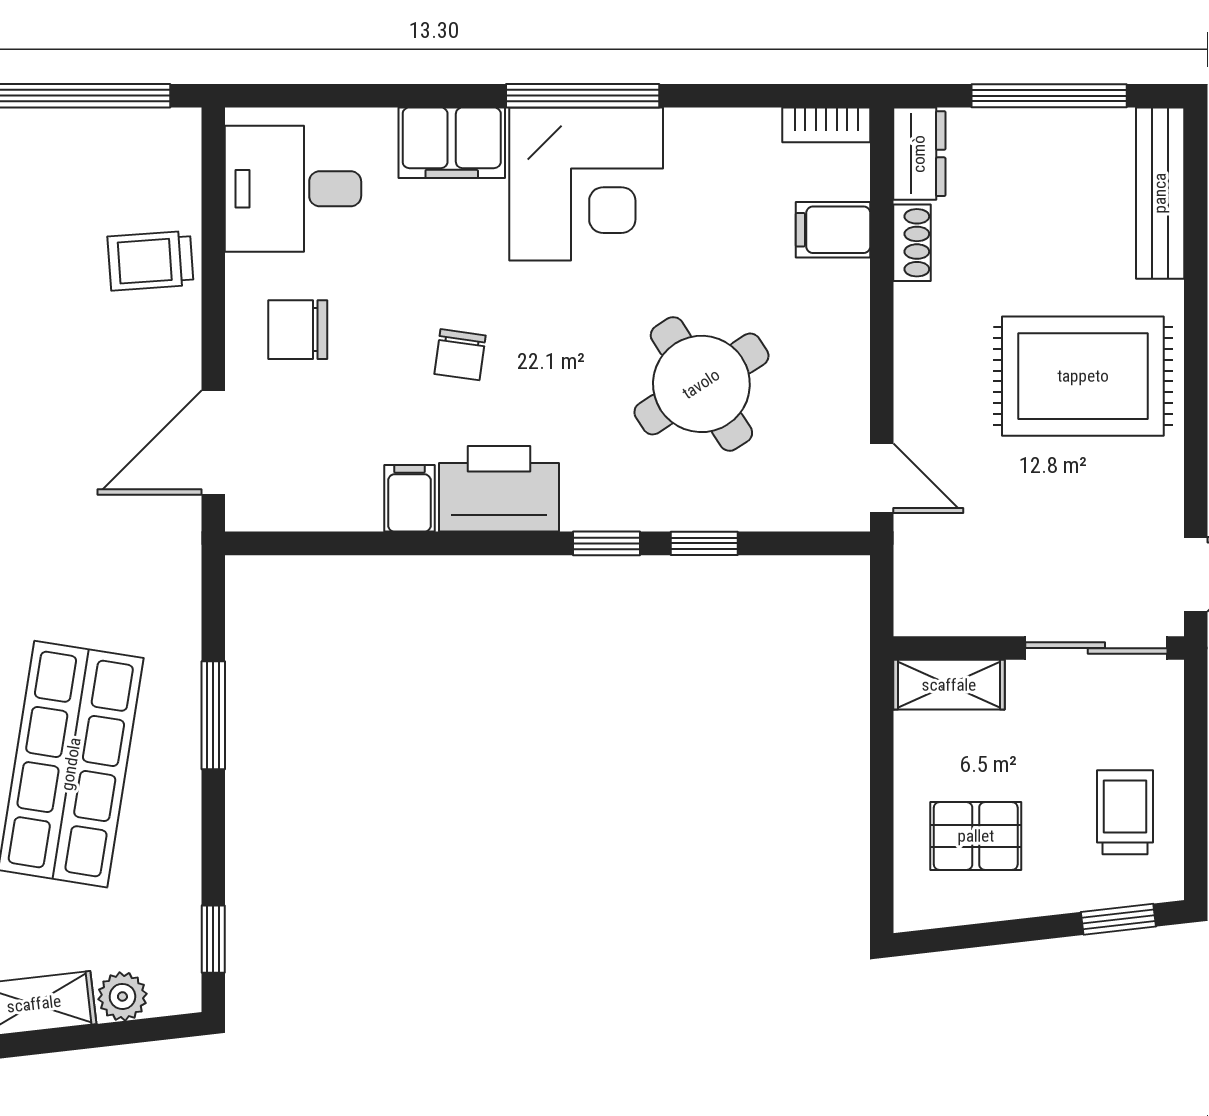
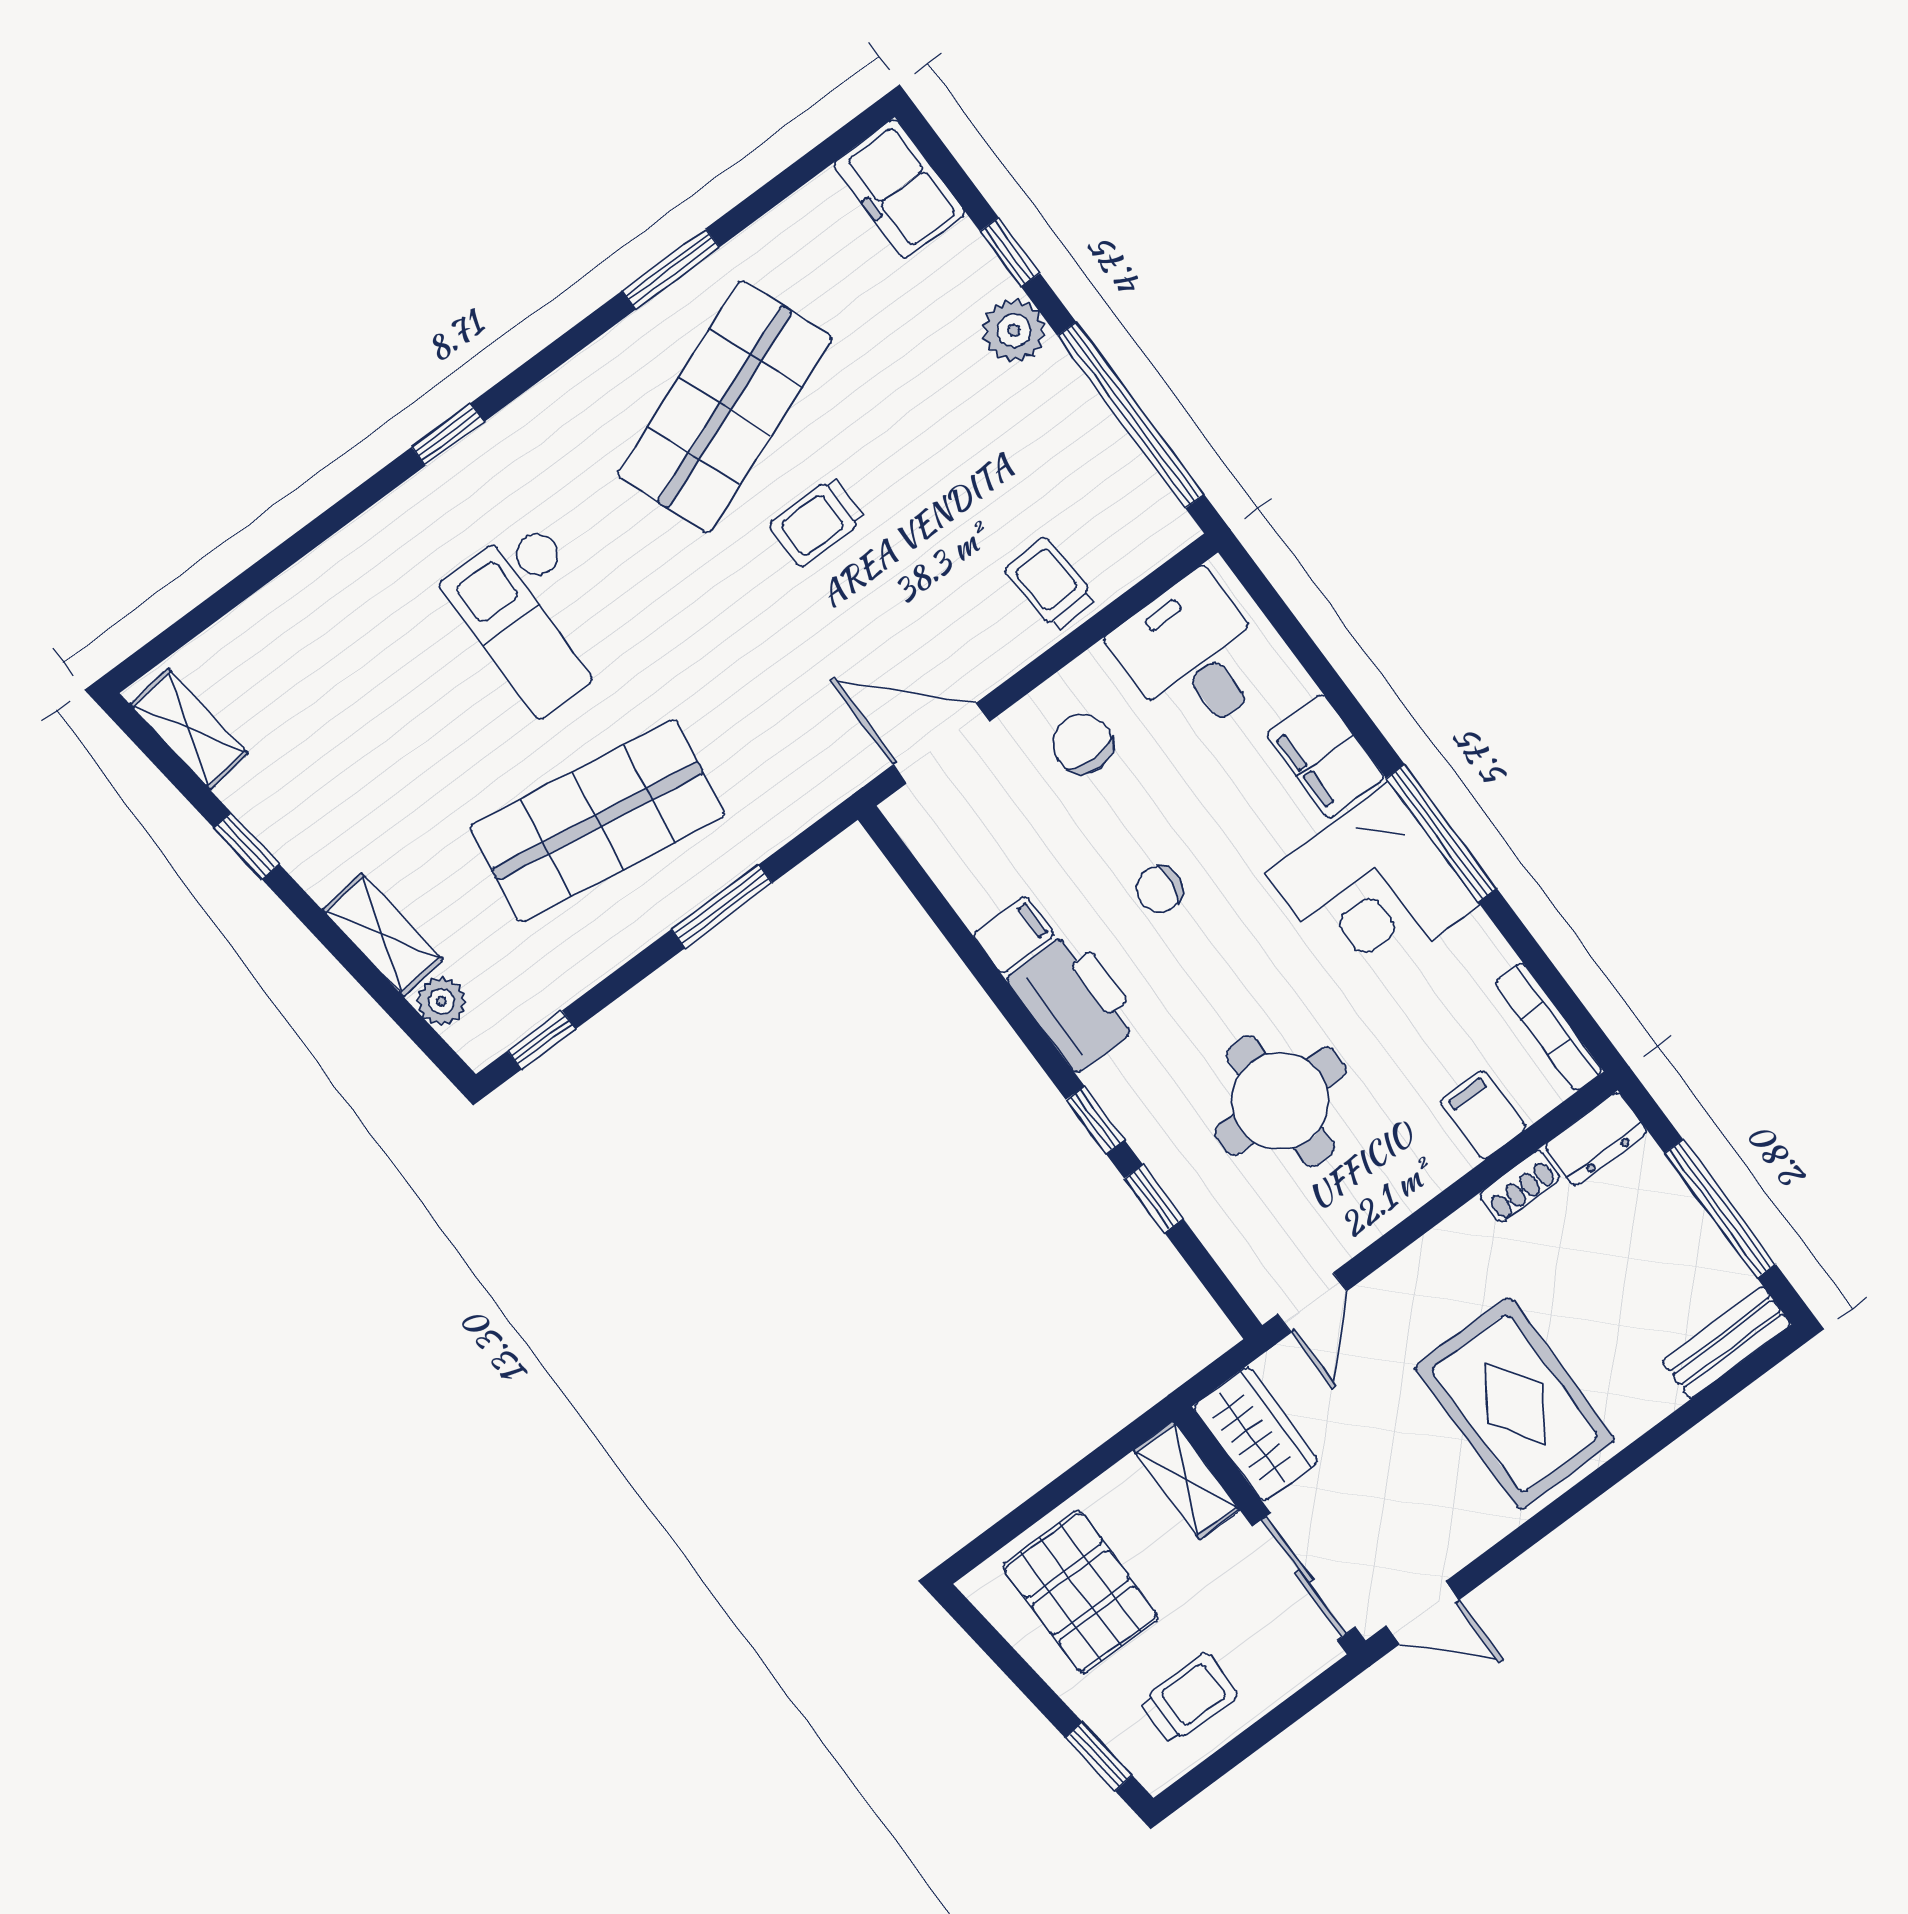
bookcase: (826, 125) -> (1549, 1027), width x1.56
bench: (1160, 193) -> (1726, 1343), width x0.73
round table: (701, 384) -> (1280, 1101), turned 33
wardrobe: (953, 602) -> (1256, 1434), added
pallet: (976, 836) -> (1080, 1592), width x1.50, depth x1.42

